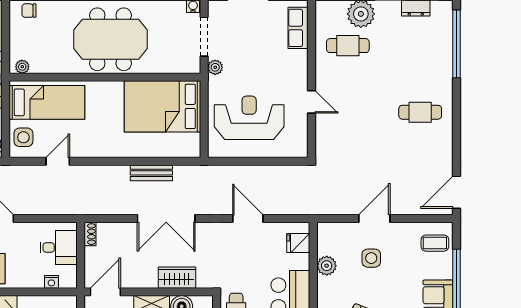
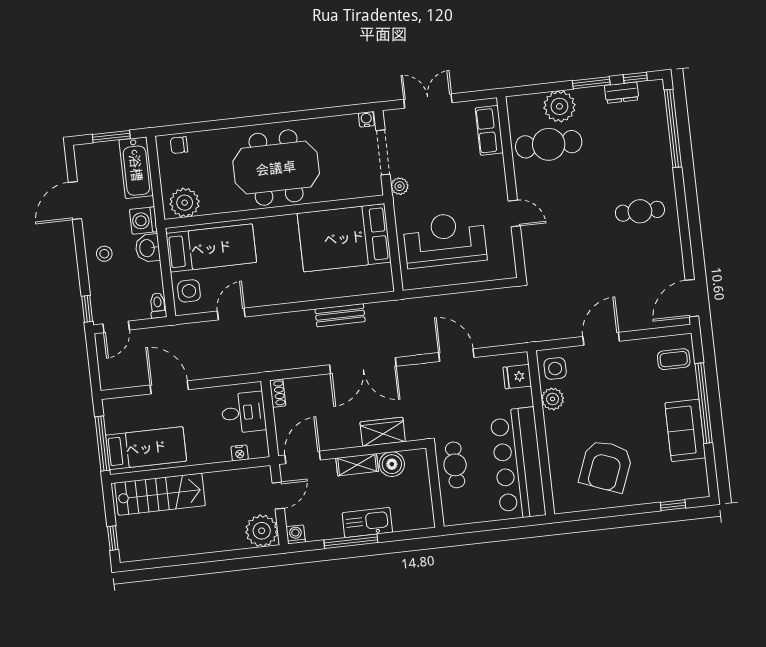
cafe table: (348, 46) -> (549, 144), width x1.37, depth x1.35
plant: (22, 67) -> (185, 203), width x1.87, depth x1.87
side table: (371, 258) -> (555, 368), moved

